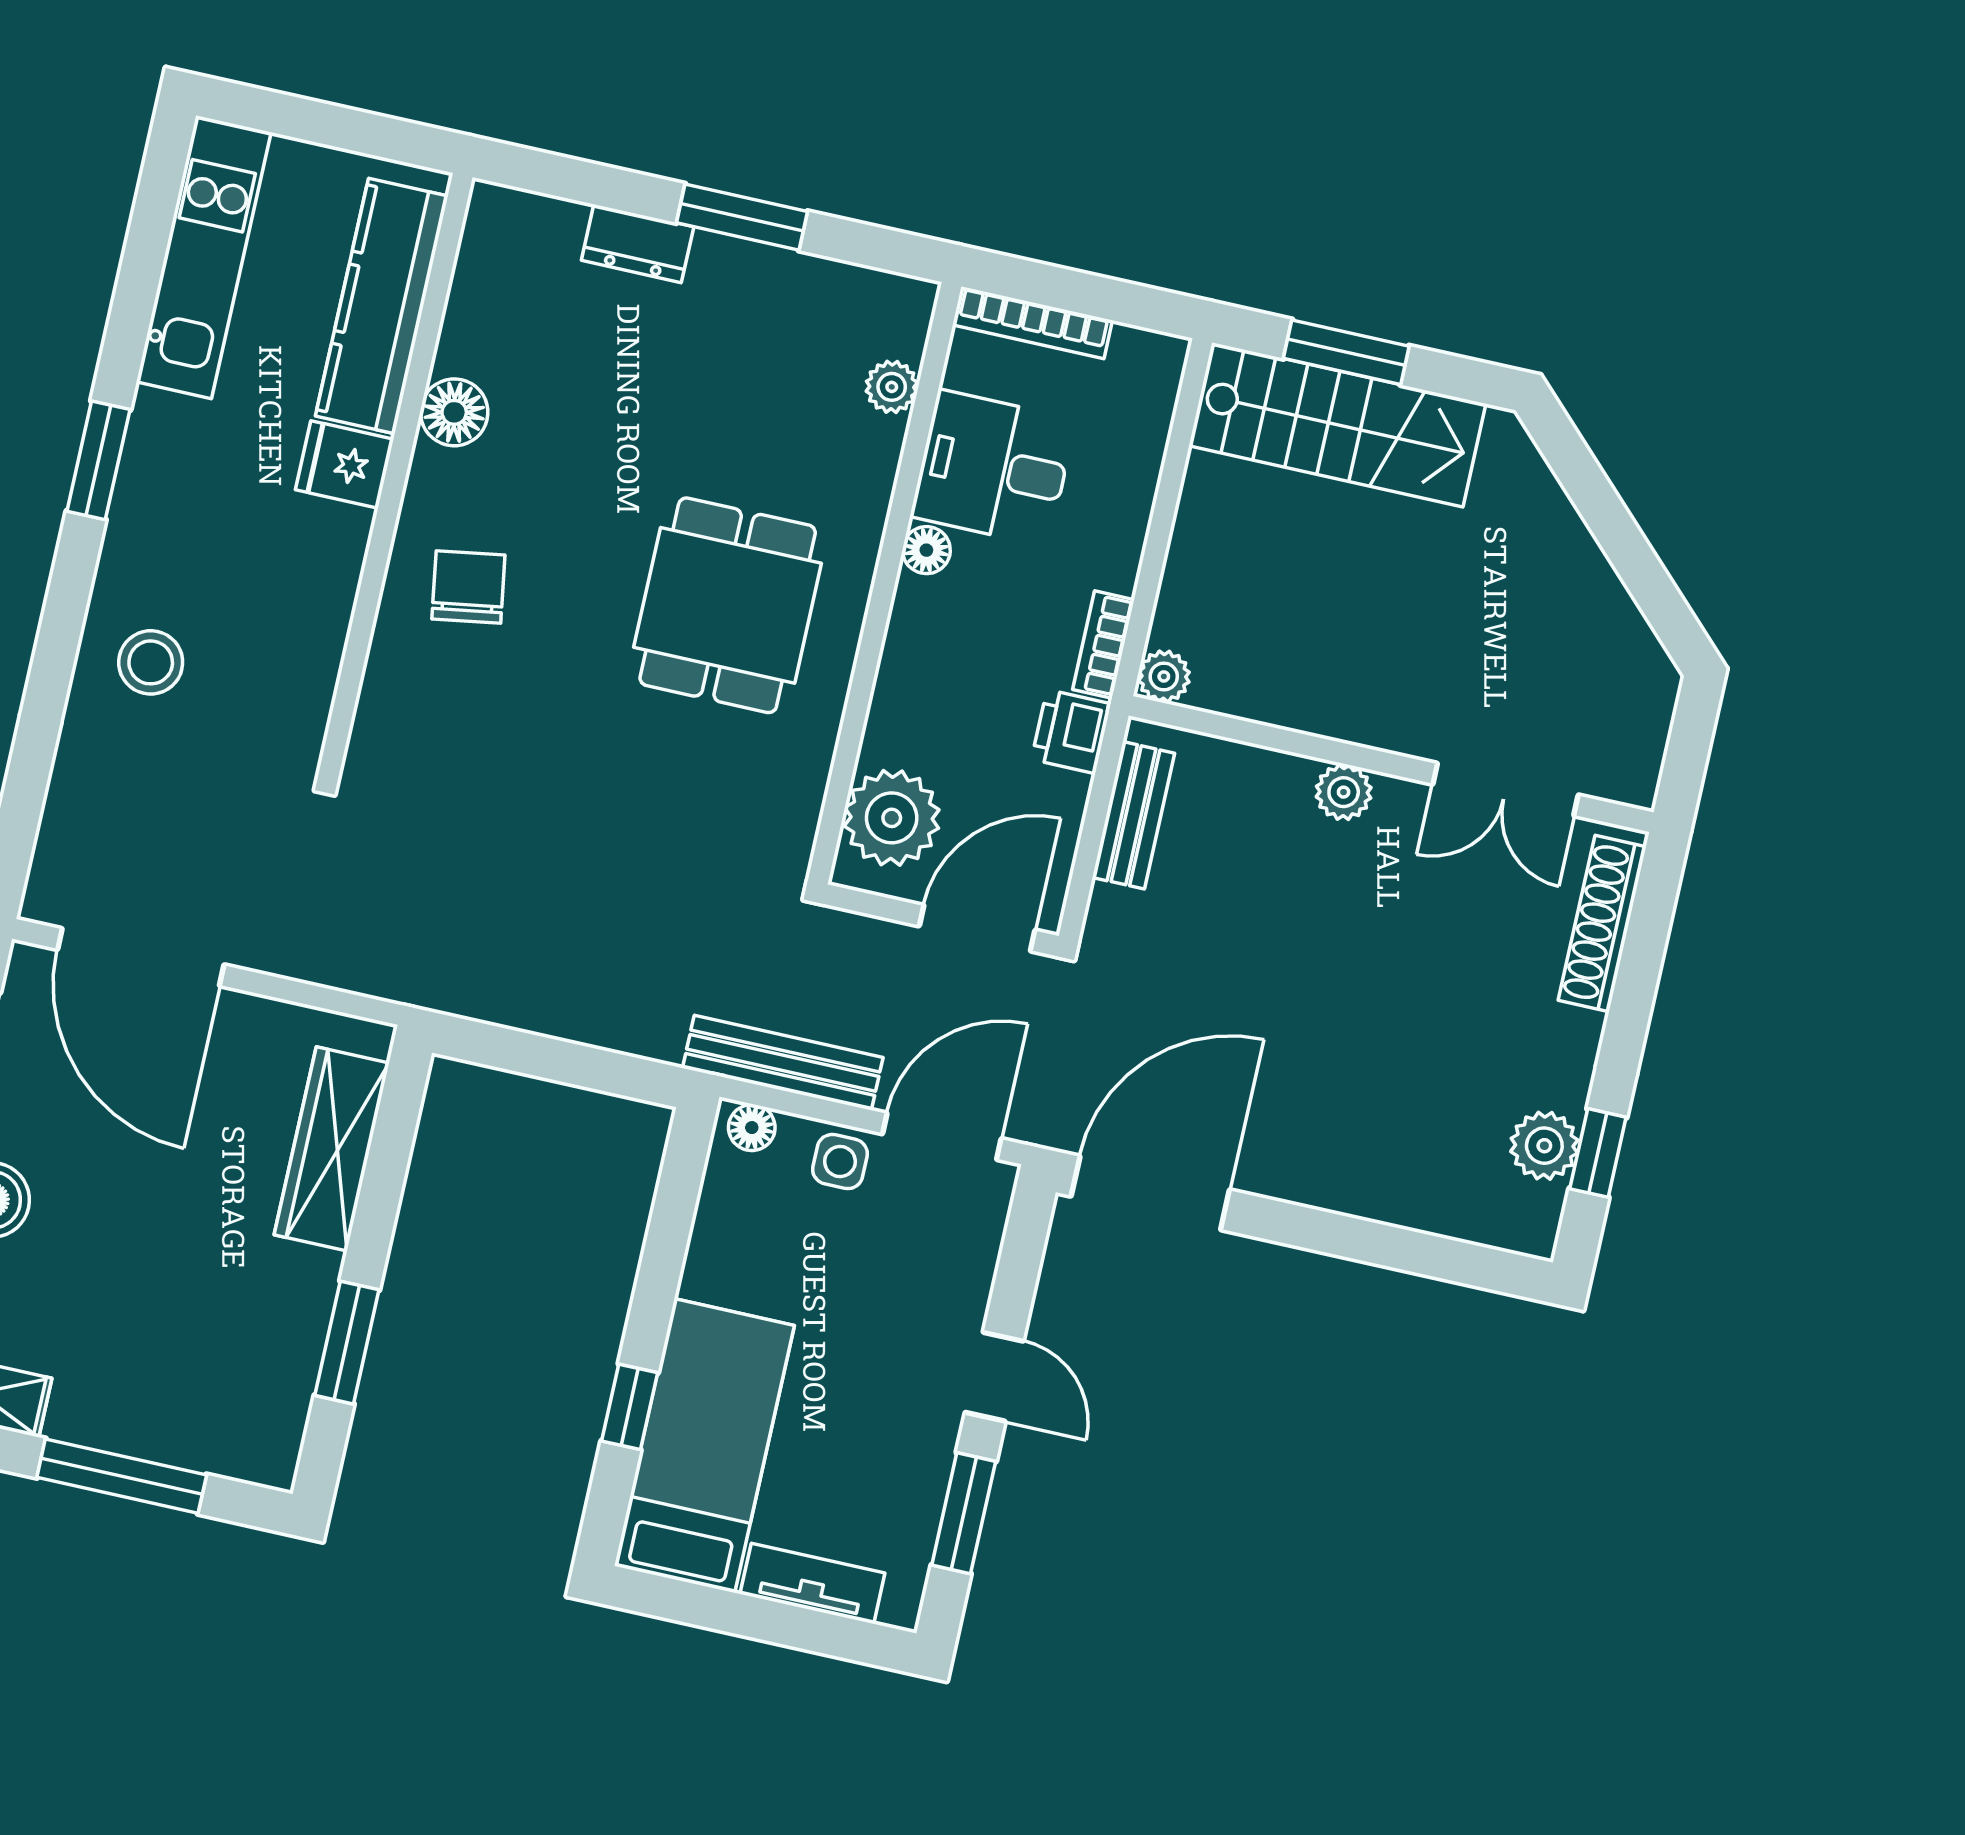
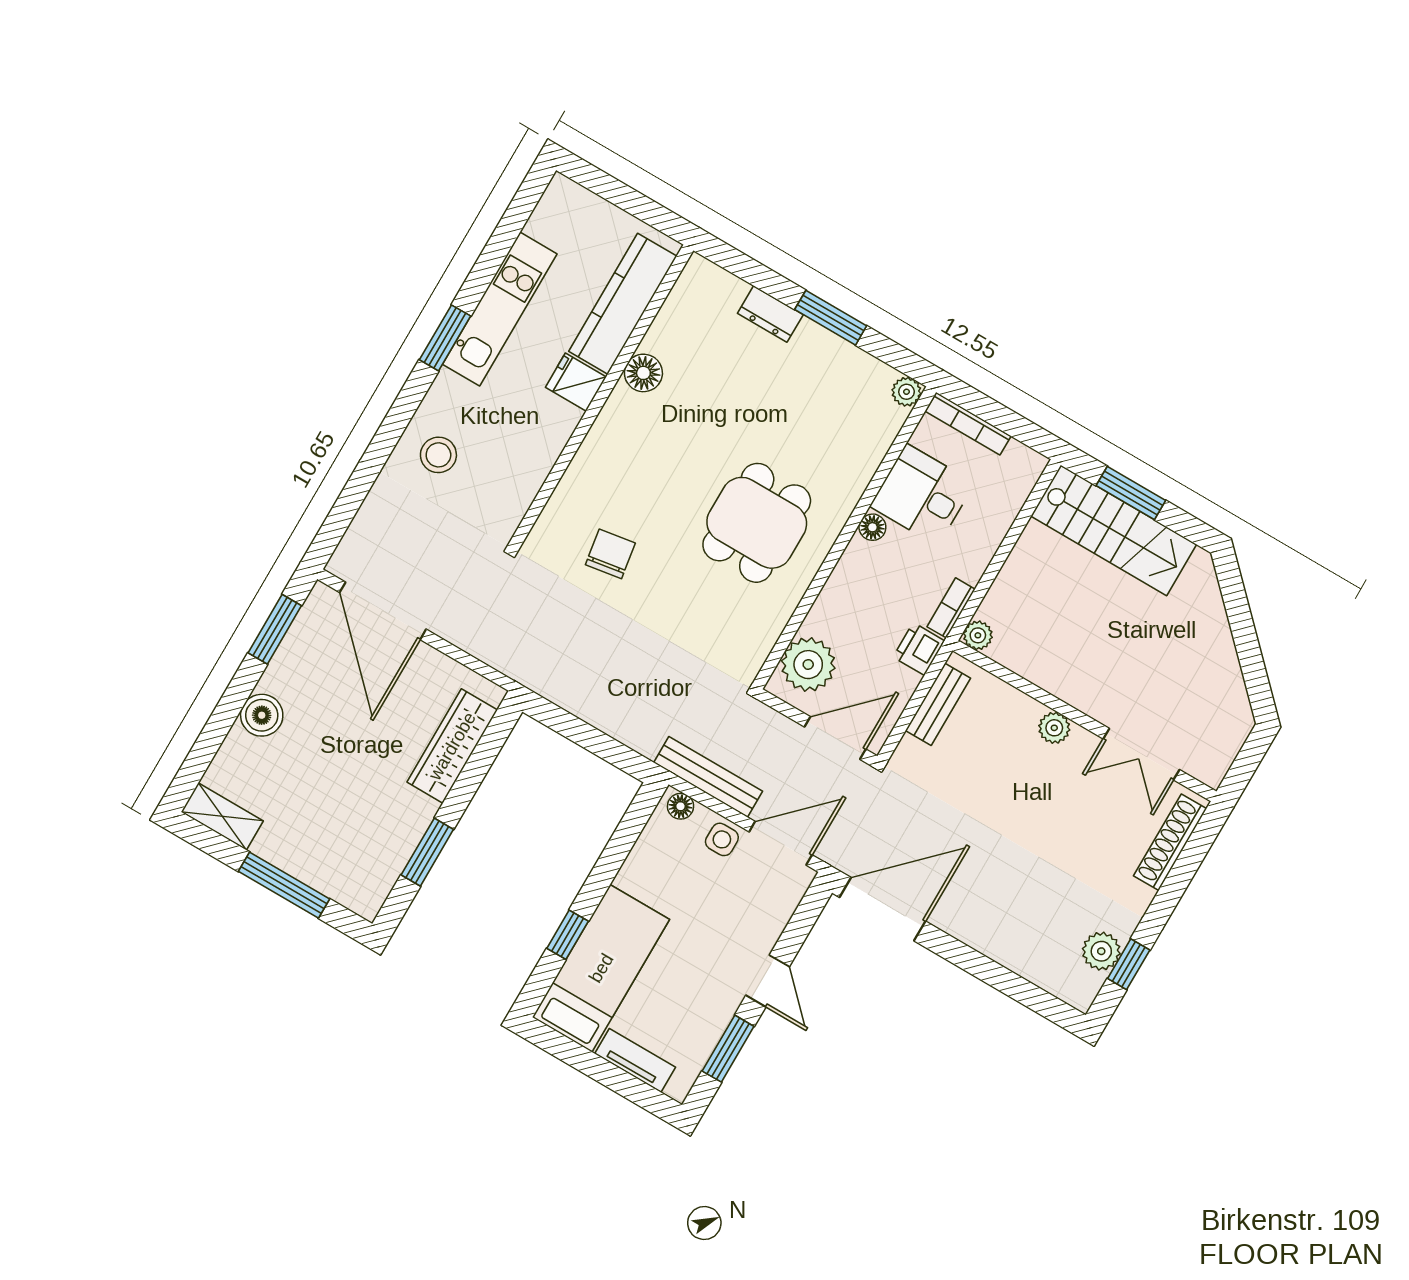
kitchen unit: (204, 257) -> (500, 309), moved
plant: (892, 387) -> (906, 392), moved
chair: (468, 587) -> (610, 554), moved

